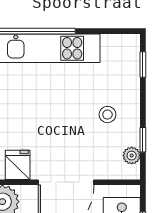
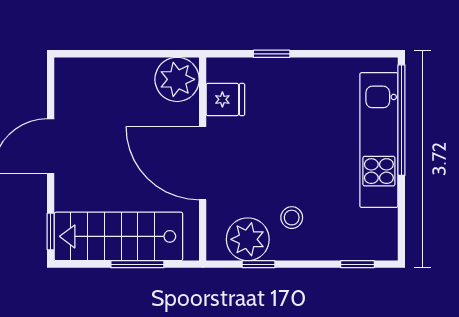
plant: (132, 156) -> (248, 239), width x1.88, depth x1.88

